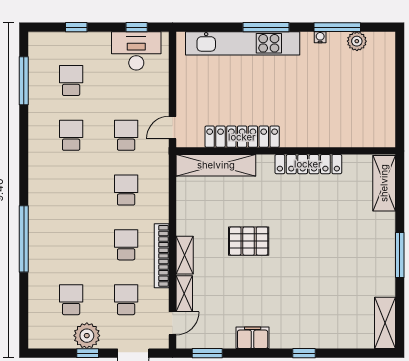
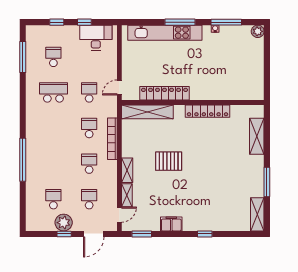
window: (137, 27) -> (84, 22), moved
plant: (357, 41) -> (258, 31), moved
school desk: (71, 135) -> (53, 92), width x1.85
shelving: (384, 183) -> (257, 136), moved
window: (400, 255) -> (267, 182), moved
bookcase: (162, 256) -> (112, 139), moved

